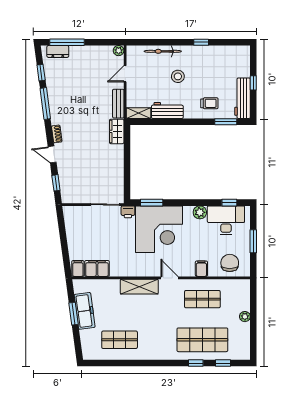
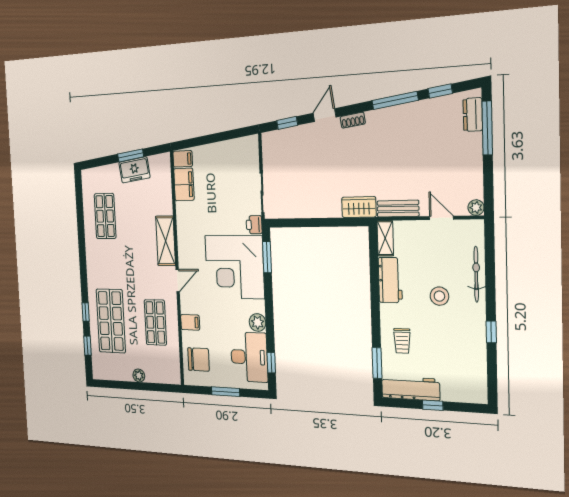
freezer: (85, 311) -> (134, 170), width x0.71

